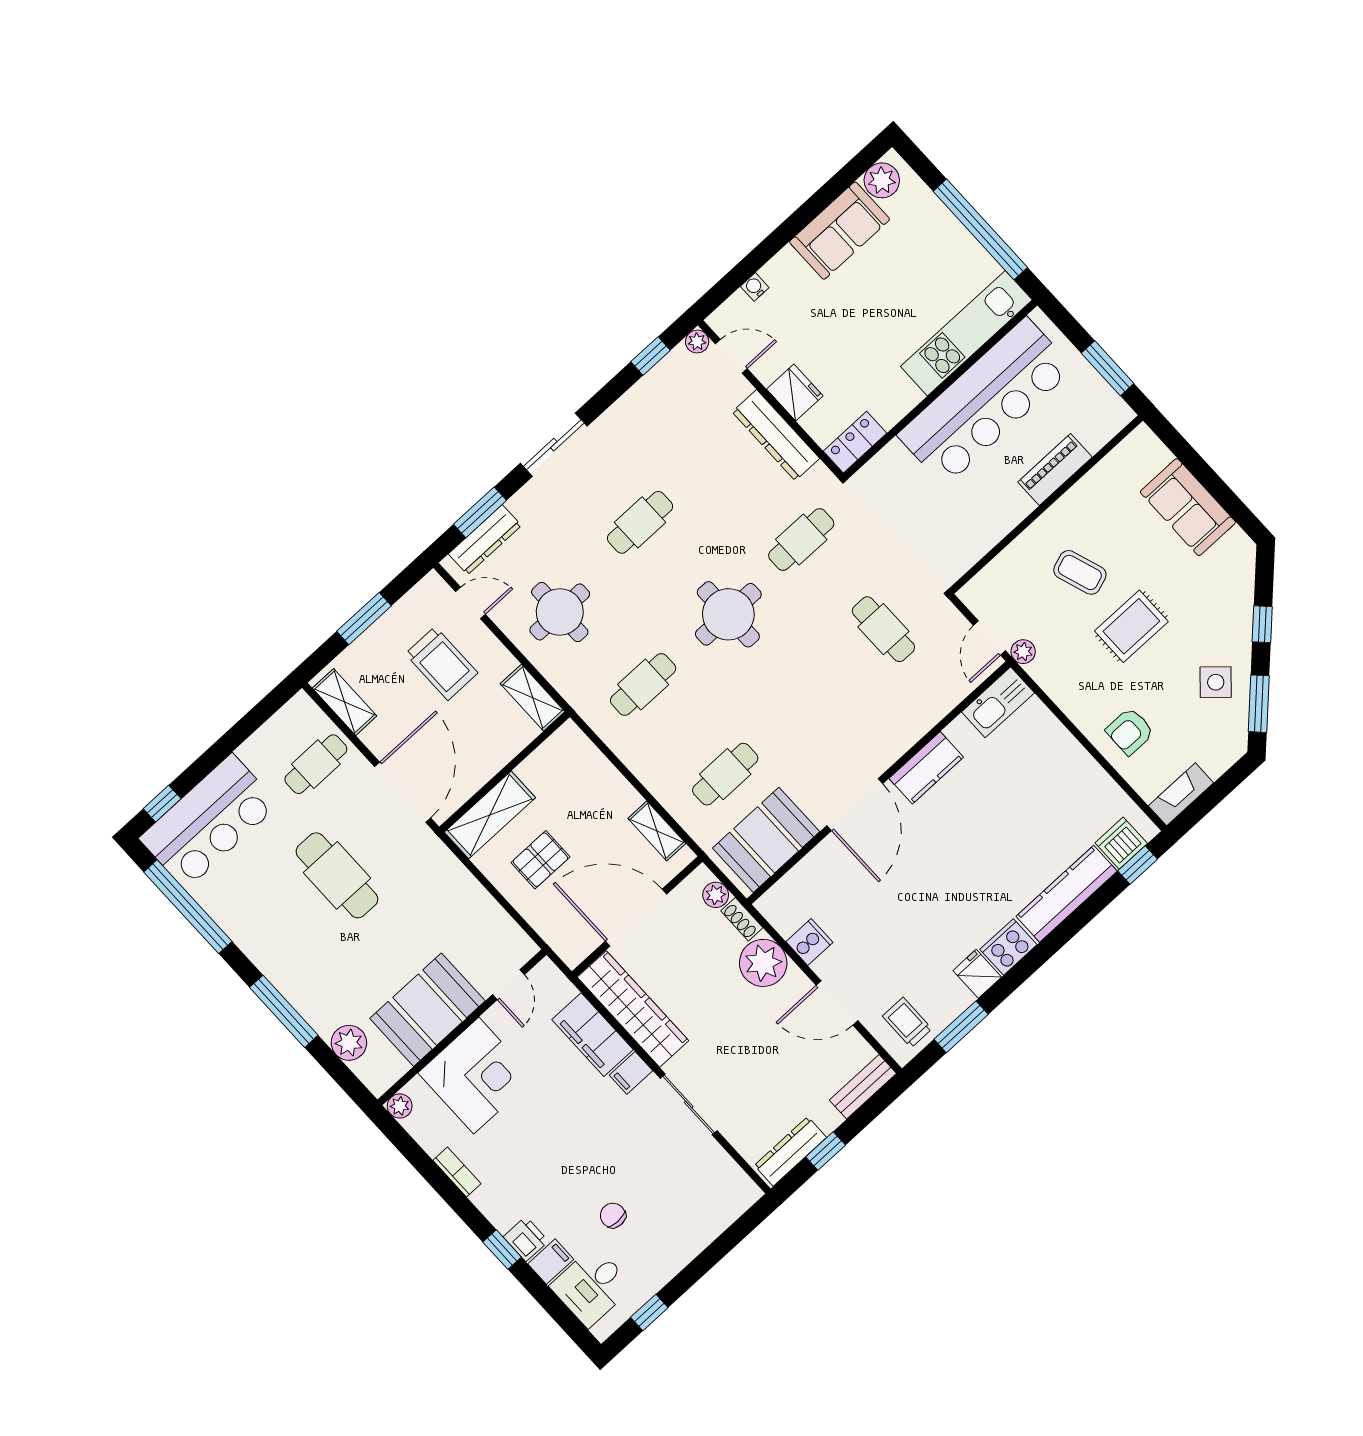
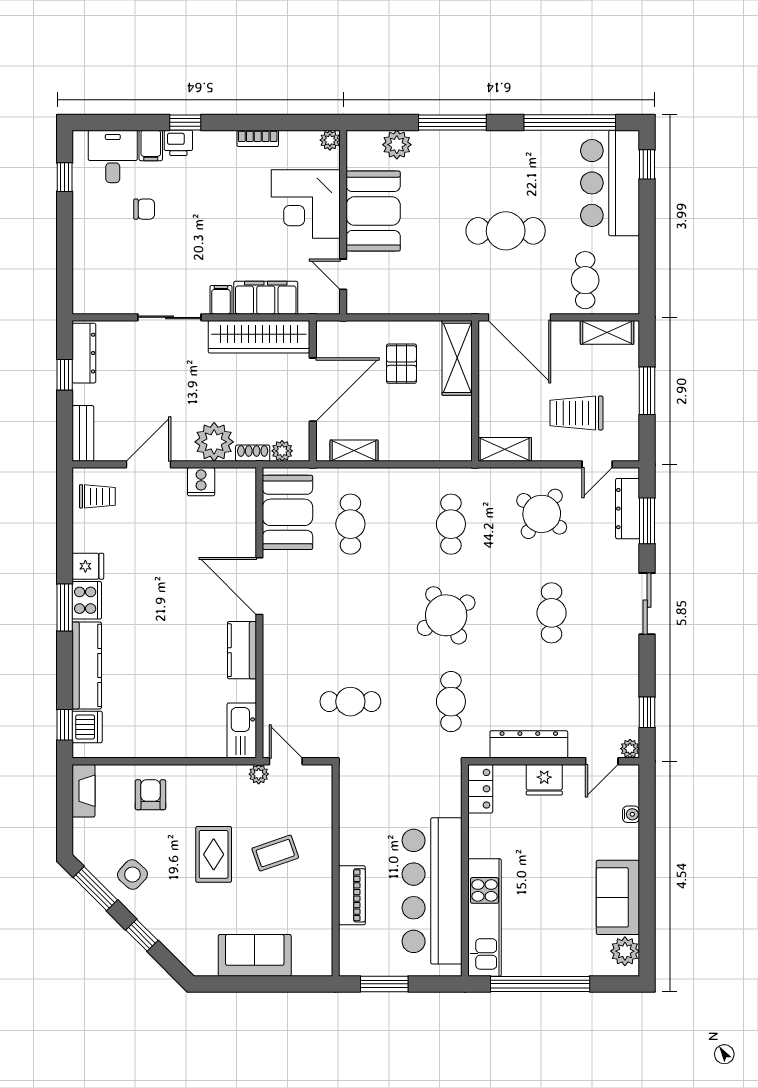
round table: (560, 612) -> (542, 514), turned 37
round table: (728, 614) -> (446, 615), turned -31
window: (961, 1027) -> (65, 607), moved

